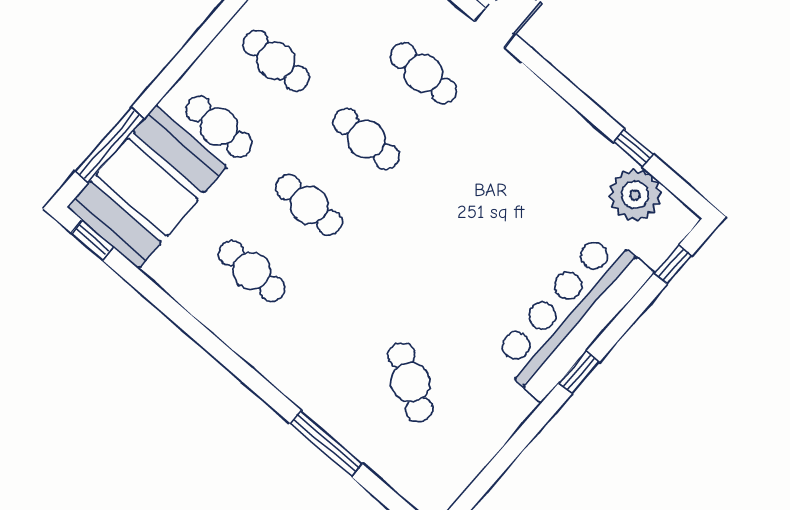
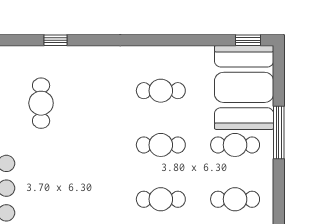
window: (110, 145) -> (279, 133), moved
cafe table: (410, 382) -> (41, 103), turned 59
window: (326, 443) -> (55, 40), width x0.46

